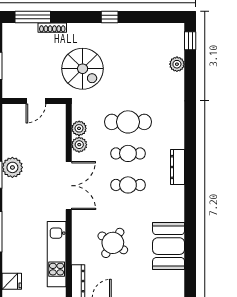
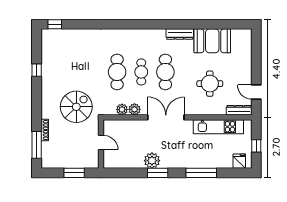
window: (110, 17) -> (37, 70), moved
plant: (177, 64) -> (73, 34), removed
dresser: (177, 167) -> (180, 34), moved
cafe table: (128, 185) -> (165, 72), width x1.37, depth x1.35
round table: (113, 243) -> (210, 84), turned -33

